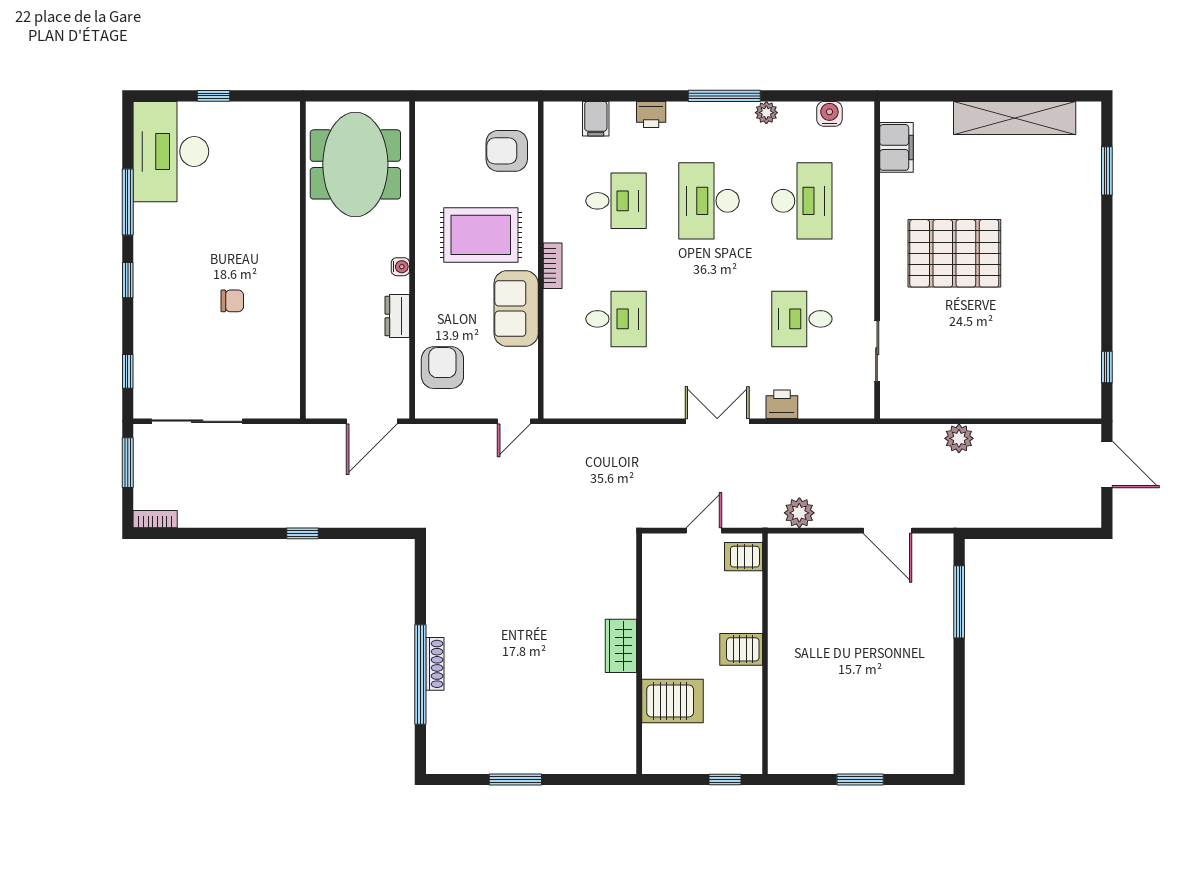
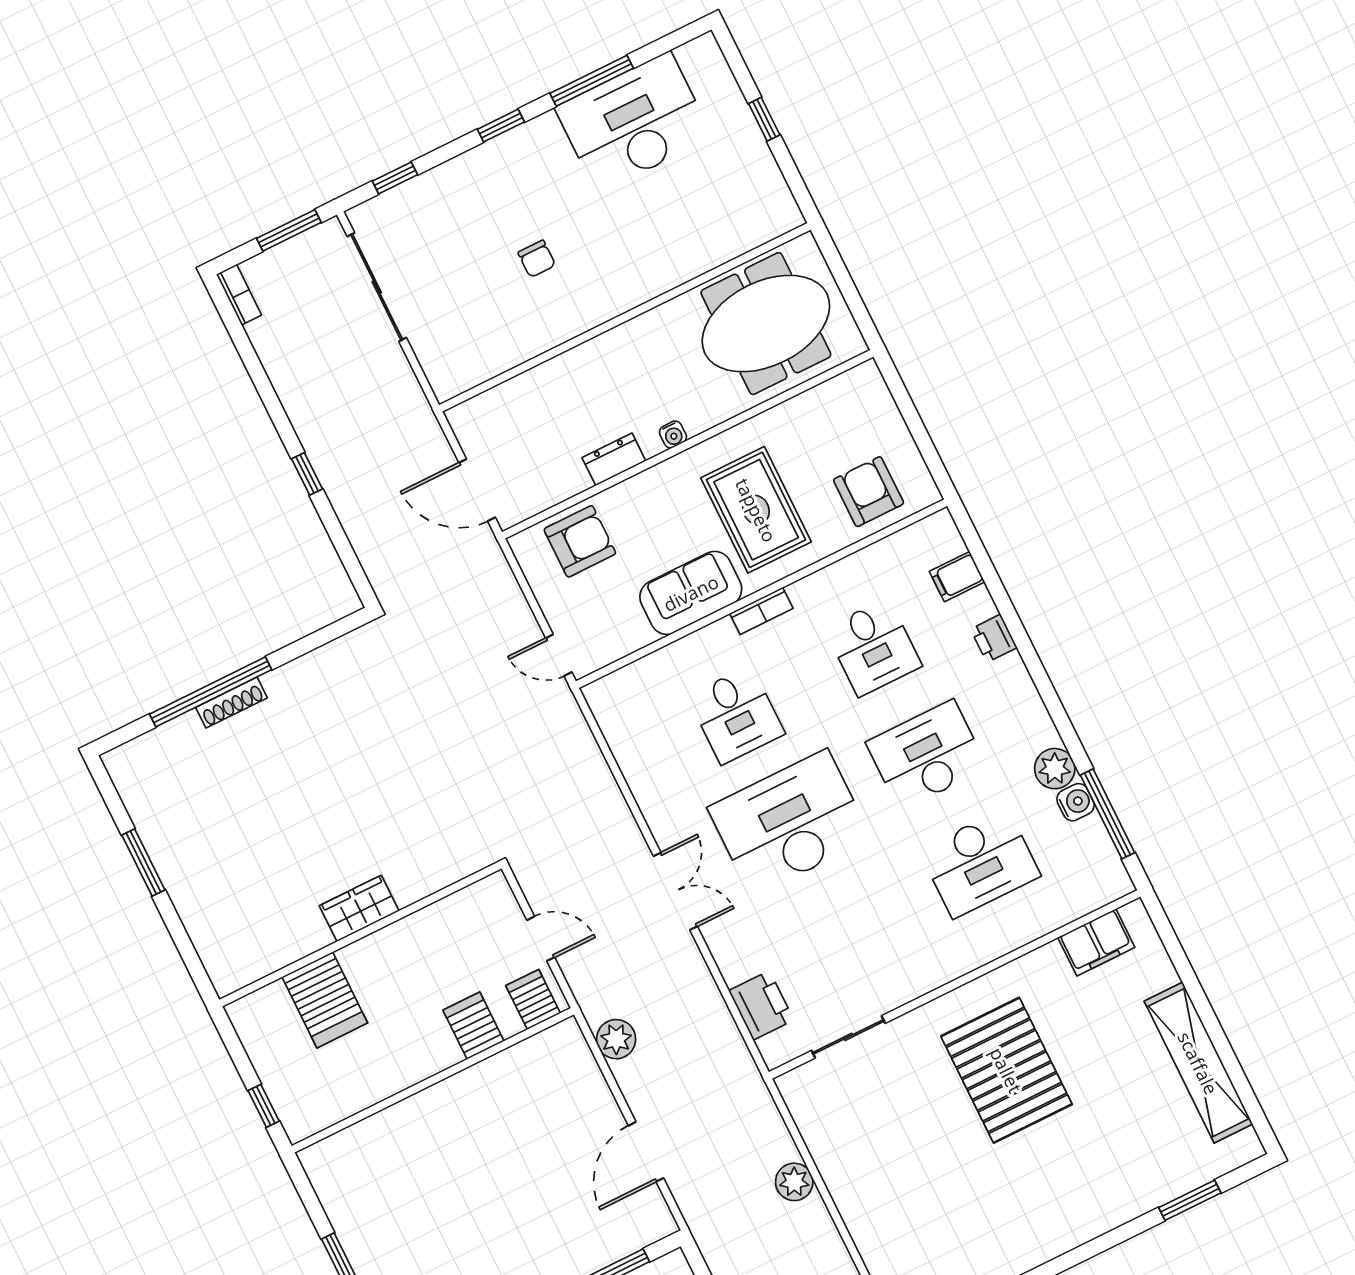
window: (724, 96) -> (1107, 814), moved
plant: (766, 113) -> (1055, 769), width x1.38, depth x1.38
water cooler: (829, 114) -> (1076, 802), moved
desk: (171, 152) -> (634, 122), moved
desk: (802, 319) -> (789, 823), moved, width x1.87, depth x1.30
printer: (782, 404) -> (761, 1005), moved, width x1.36, depth x1.24
server rack: (741, 649) -> (473, 1026), moved

